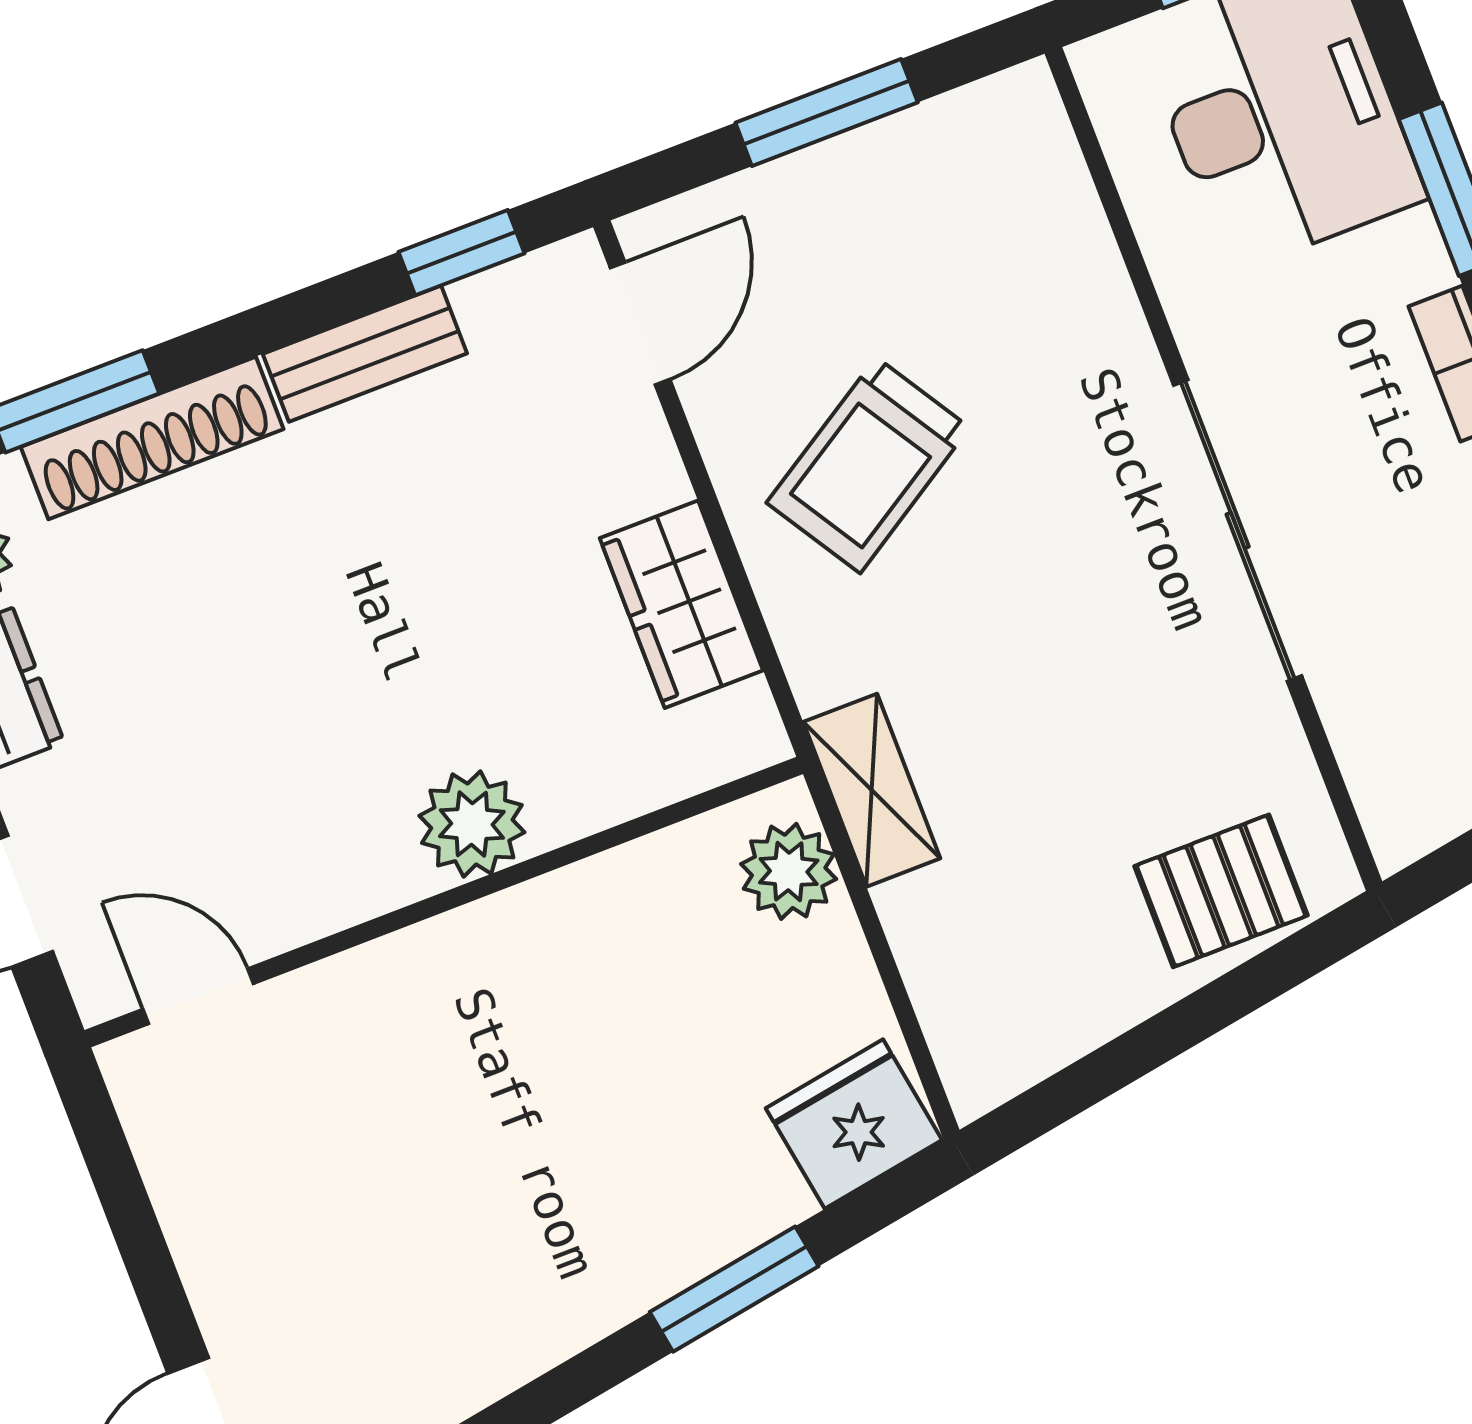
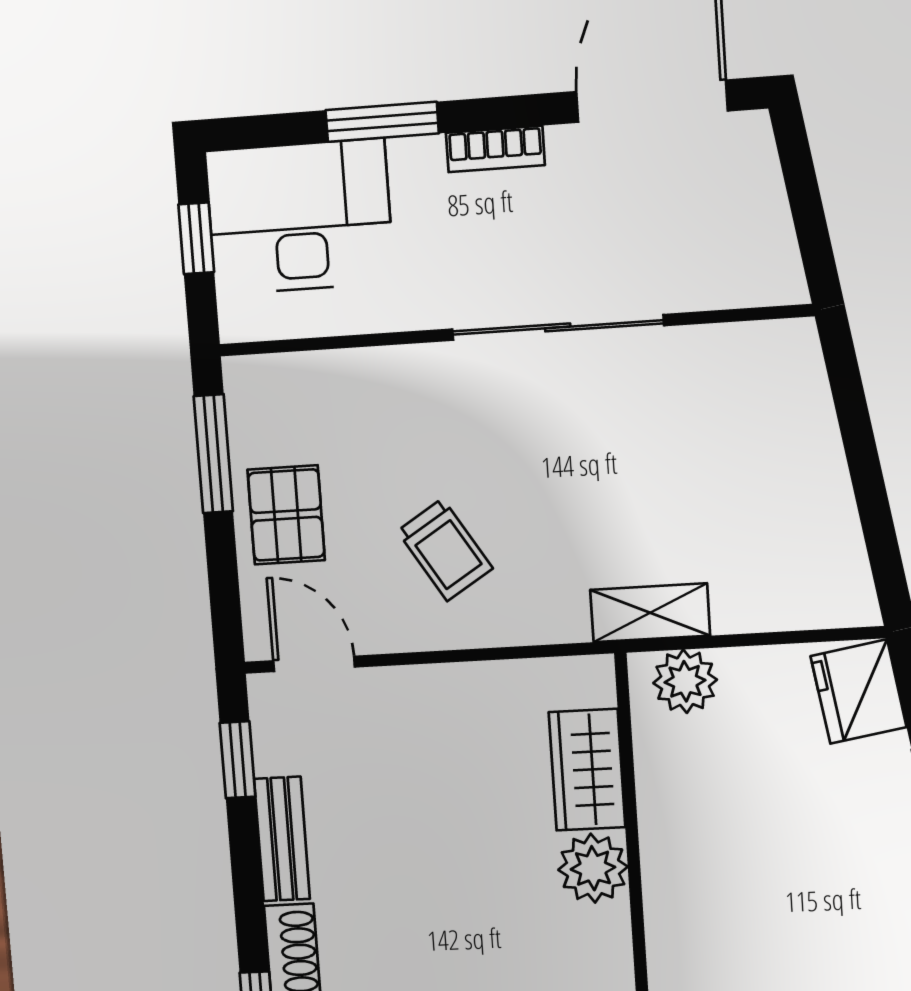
window: (827, 112) -> (213, 454), moved
trolley: (868, 465) -> (445, 550), width x0.73, depth x0.72
wardrobe: (681, 604) -> (587, 770), moved, turned 90
pallet: (1221, 891) -> (286, 515), moved

